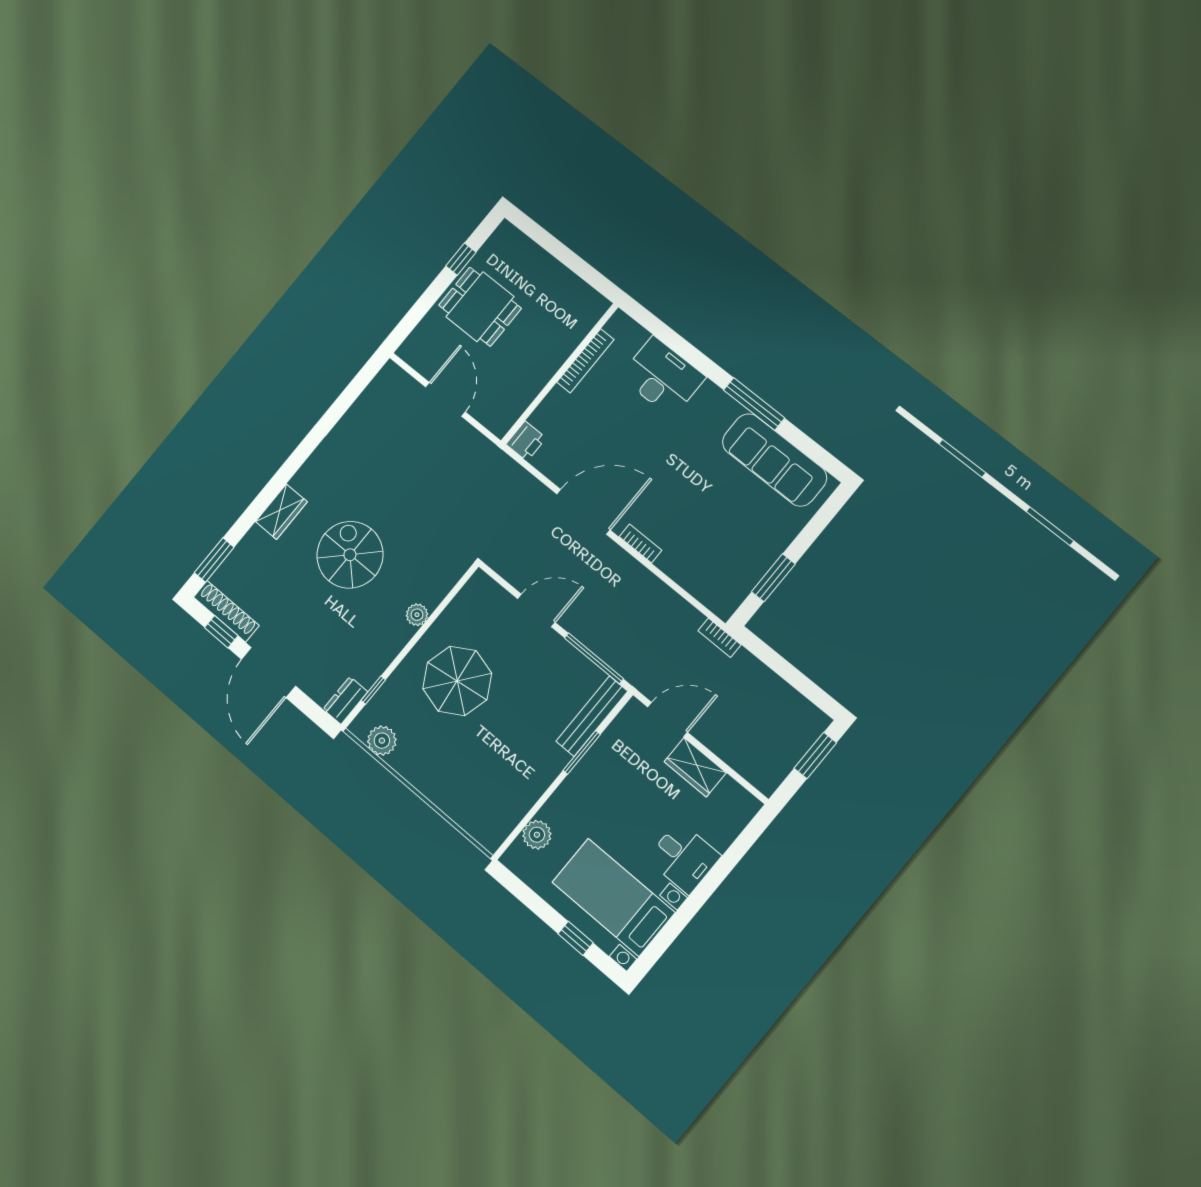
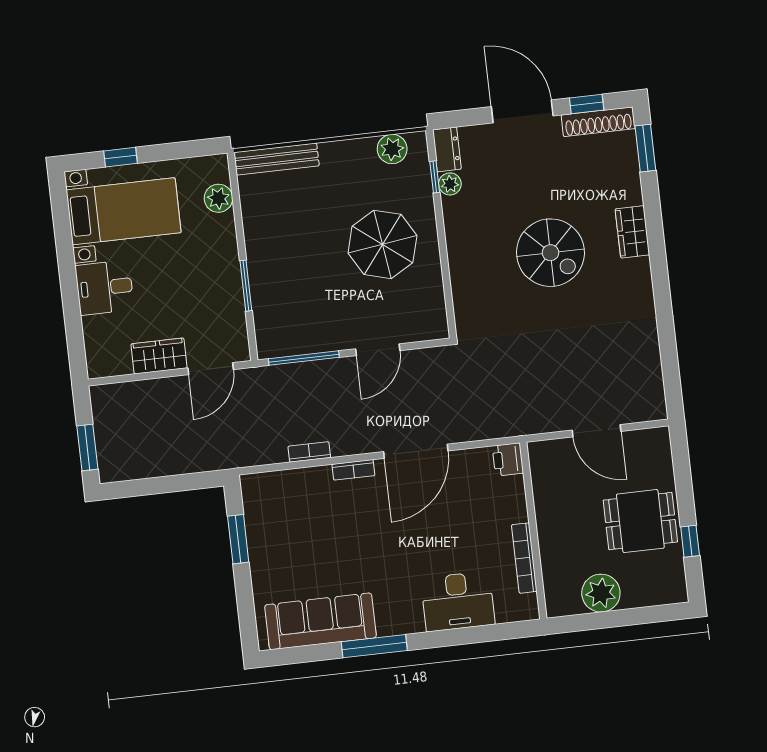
plant: (558, 284) -> (601, 593), added
plant: (417, 615) -> (450, 184), moved
bookcase: (719, 638) -> (309, 452), moved
bench: (592, 716) -> (276, 159), moved, turned 90

